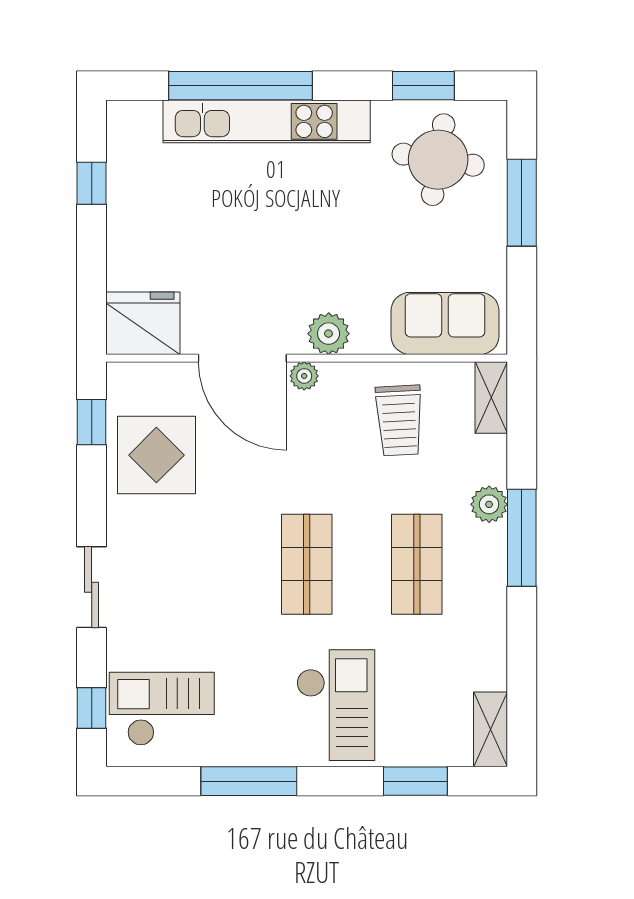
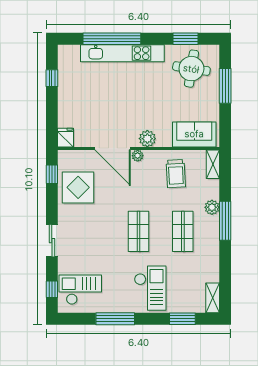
fridge: (143, 323) -> (66, 138), width x0.53, depth x0.75

